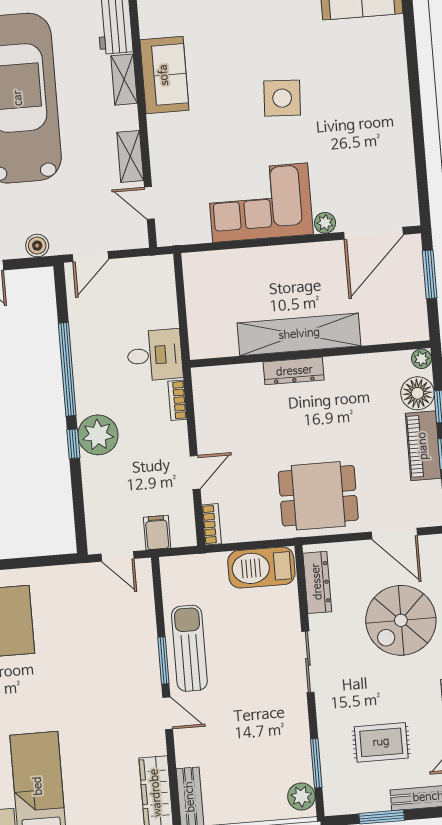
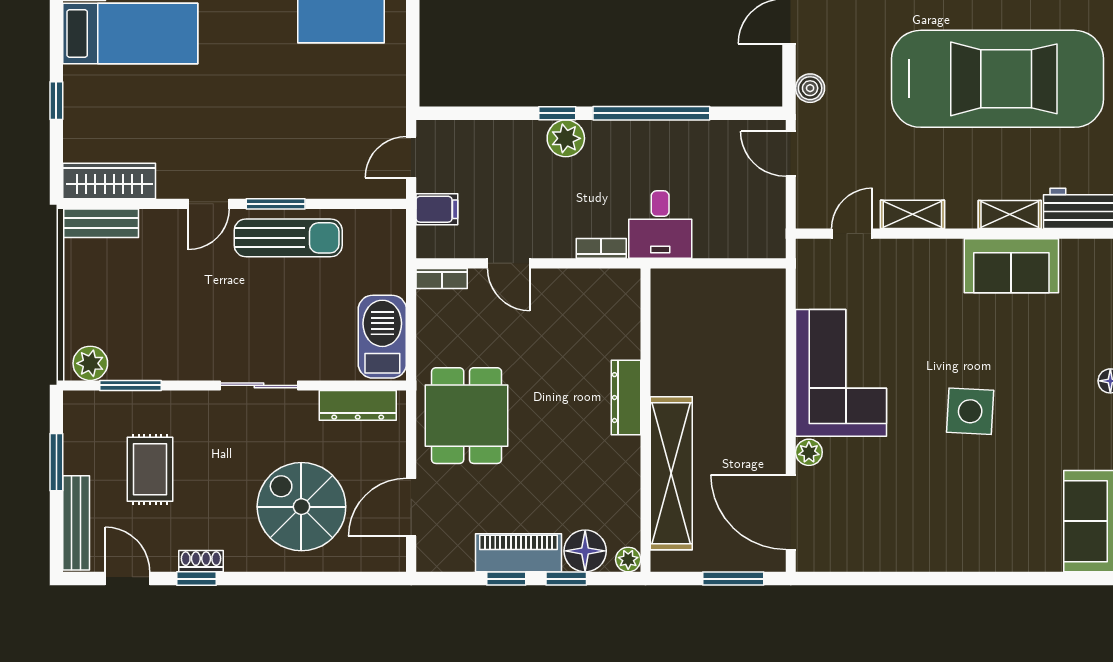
shelving: (299, 334) -> (671, 473), moved
plant: (98, 435) -> (566, 138), width x0.73, depth x0.73

